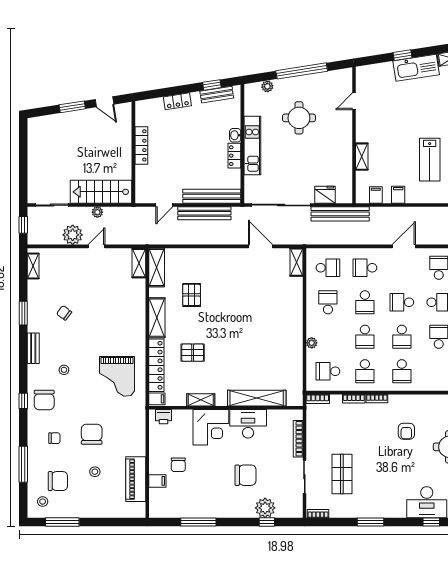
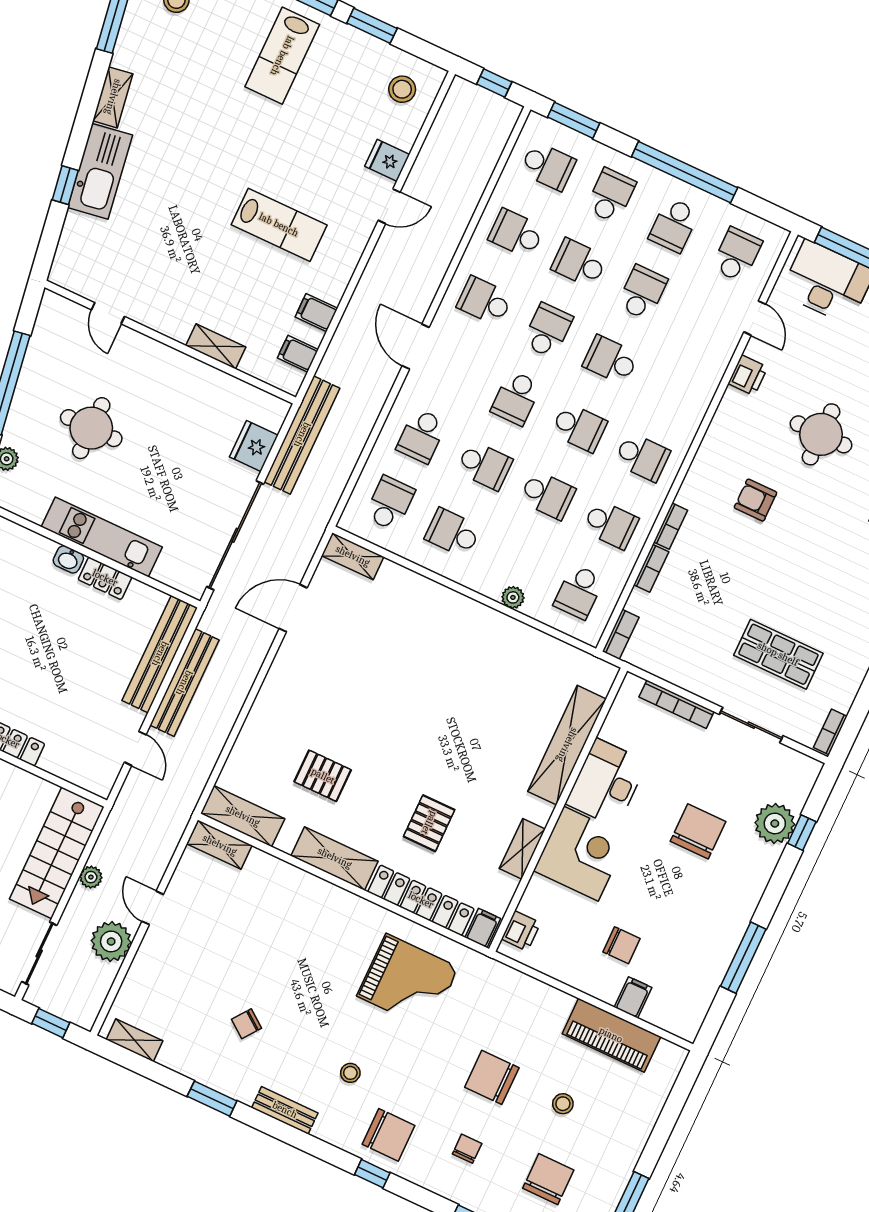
armchair: (406, 431) -> (755, 500), turned 180

